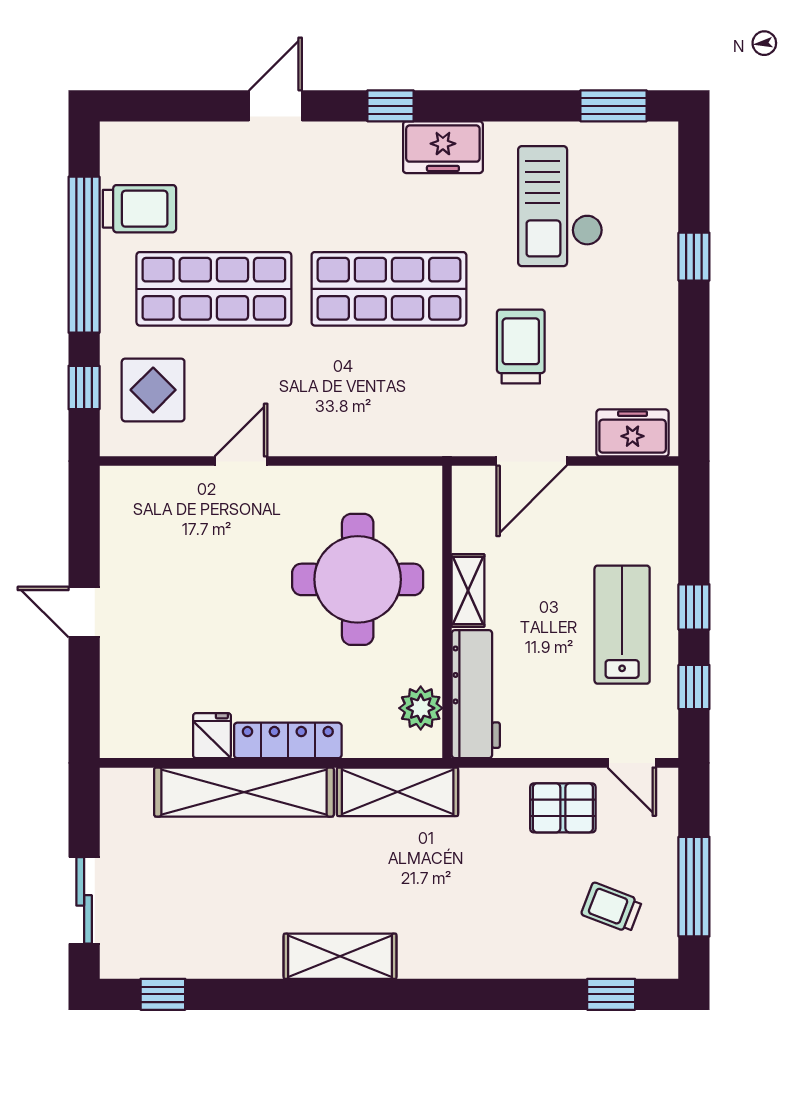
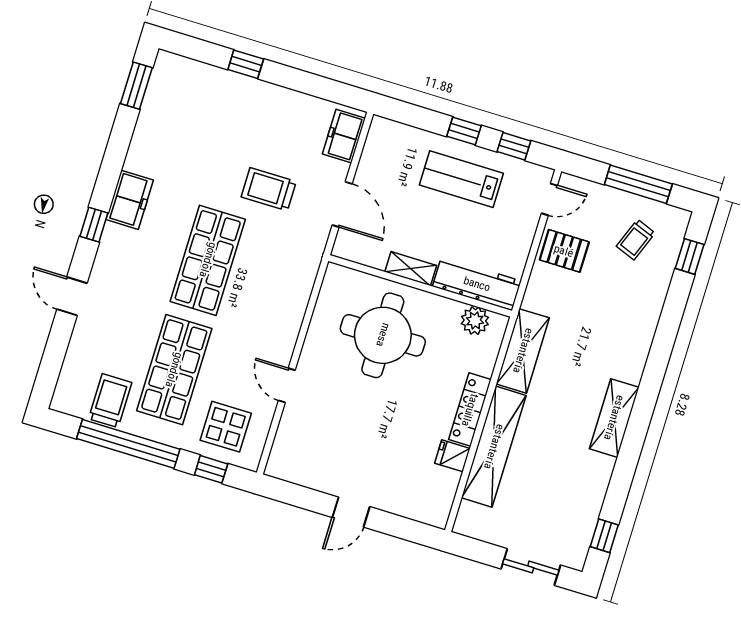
checkout: (560, 206) -> (189, 138), removed
pallet: (563, 808) -> (564, 251), turned 90

